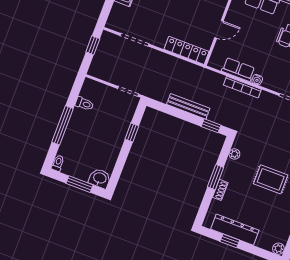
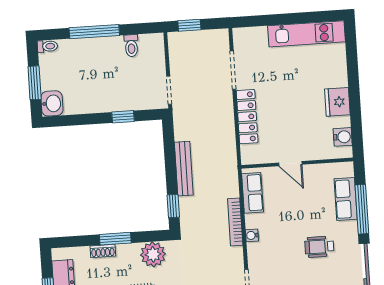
window: (93, 45) -> (189, 25), moved
locker: (186, 50) -> (247, 117), moved
row of seats: (238, 70) -> (253, 193), moved
plant: (234, 154) -> (153, 254), width x1.88, depth x1.88

